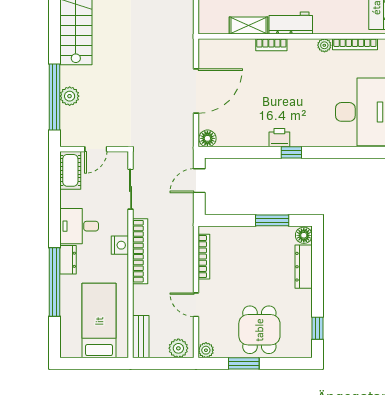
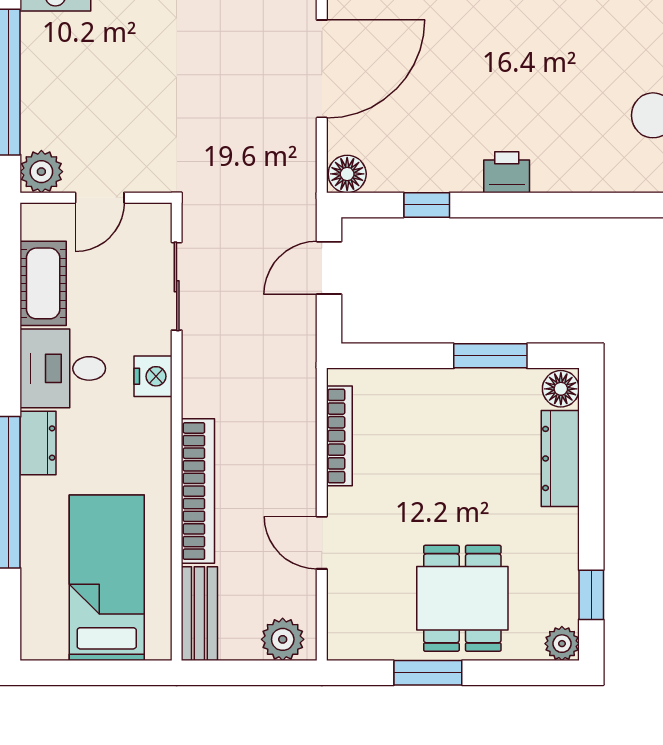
plant: (70, 96) -> (41, 172), moved
window: (291, 152) -> (427, 205), moved
cot: (70, 170) -> (43, 283), moved
nightstand: (120, 245) -> (153, 376), moved
bookcase: (140, 251) -> (198, 491), moved
plant: (206, 350) -> (562, 644), moved

